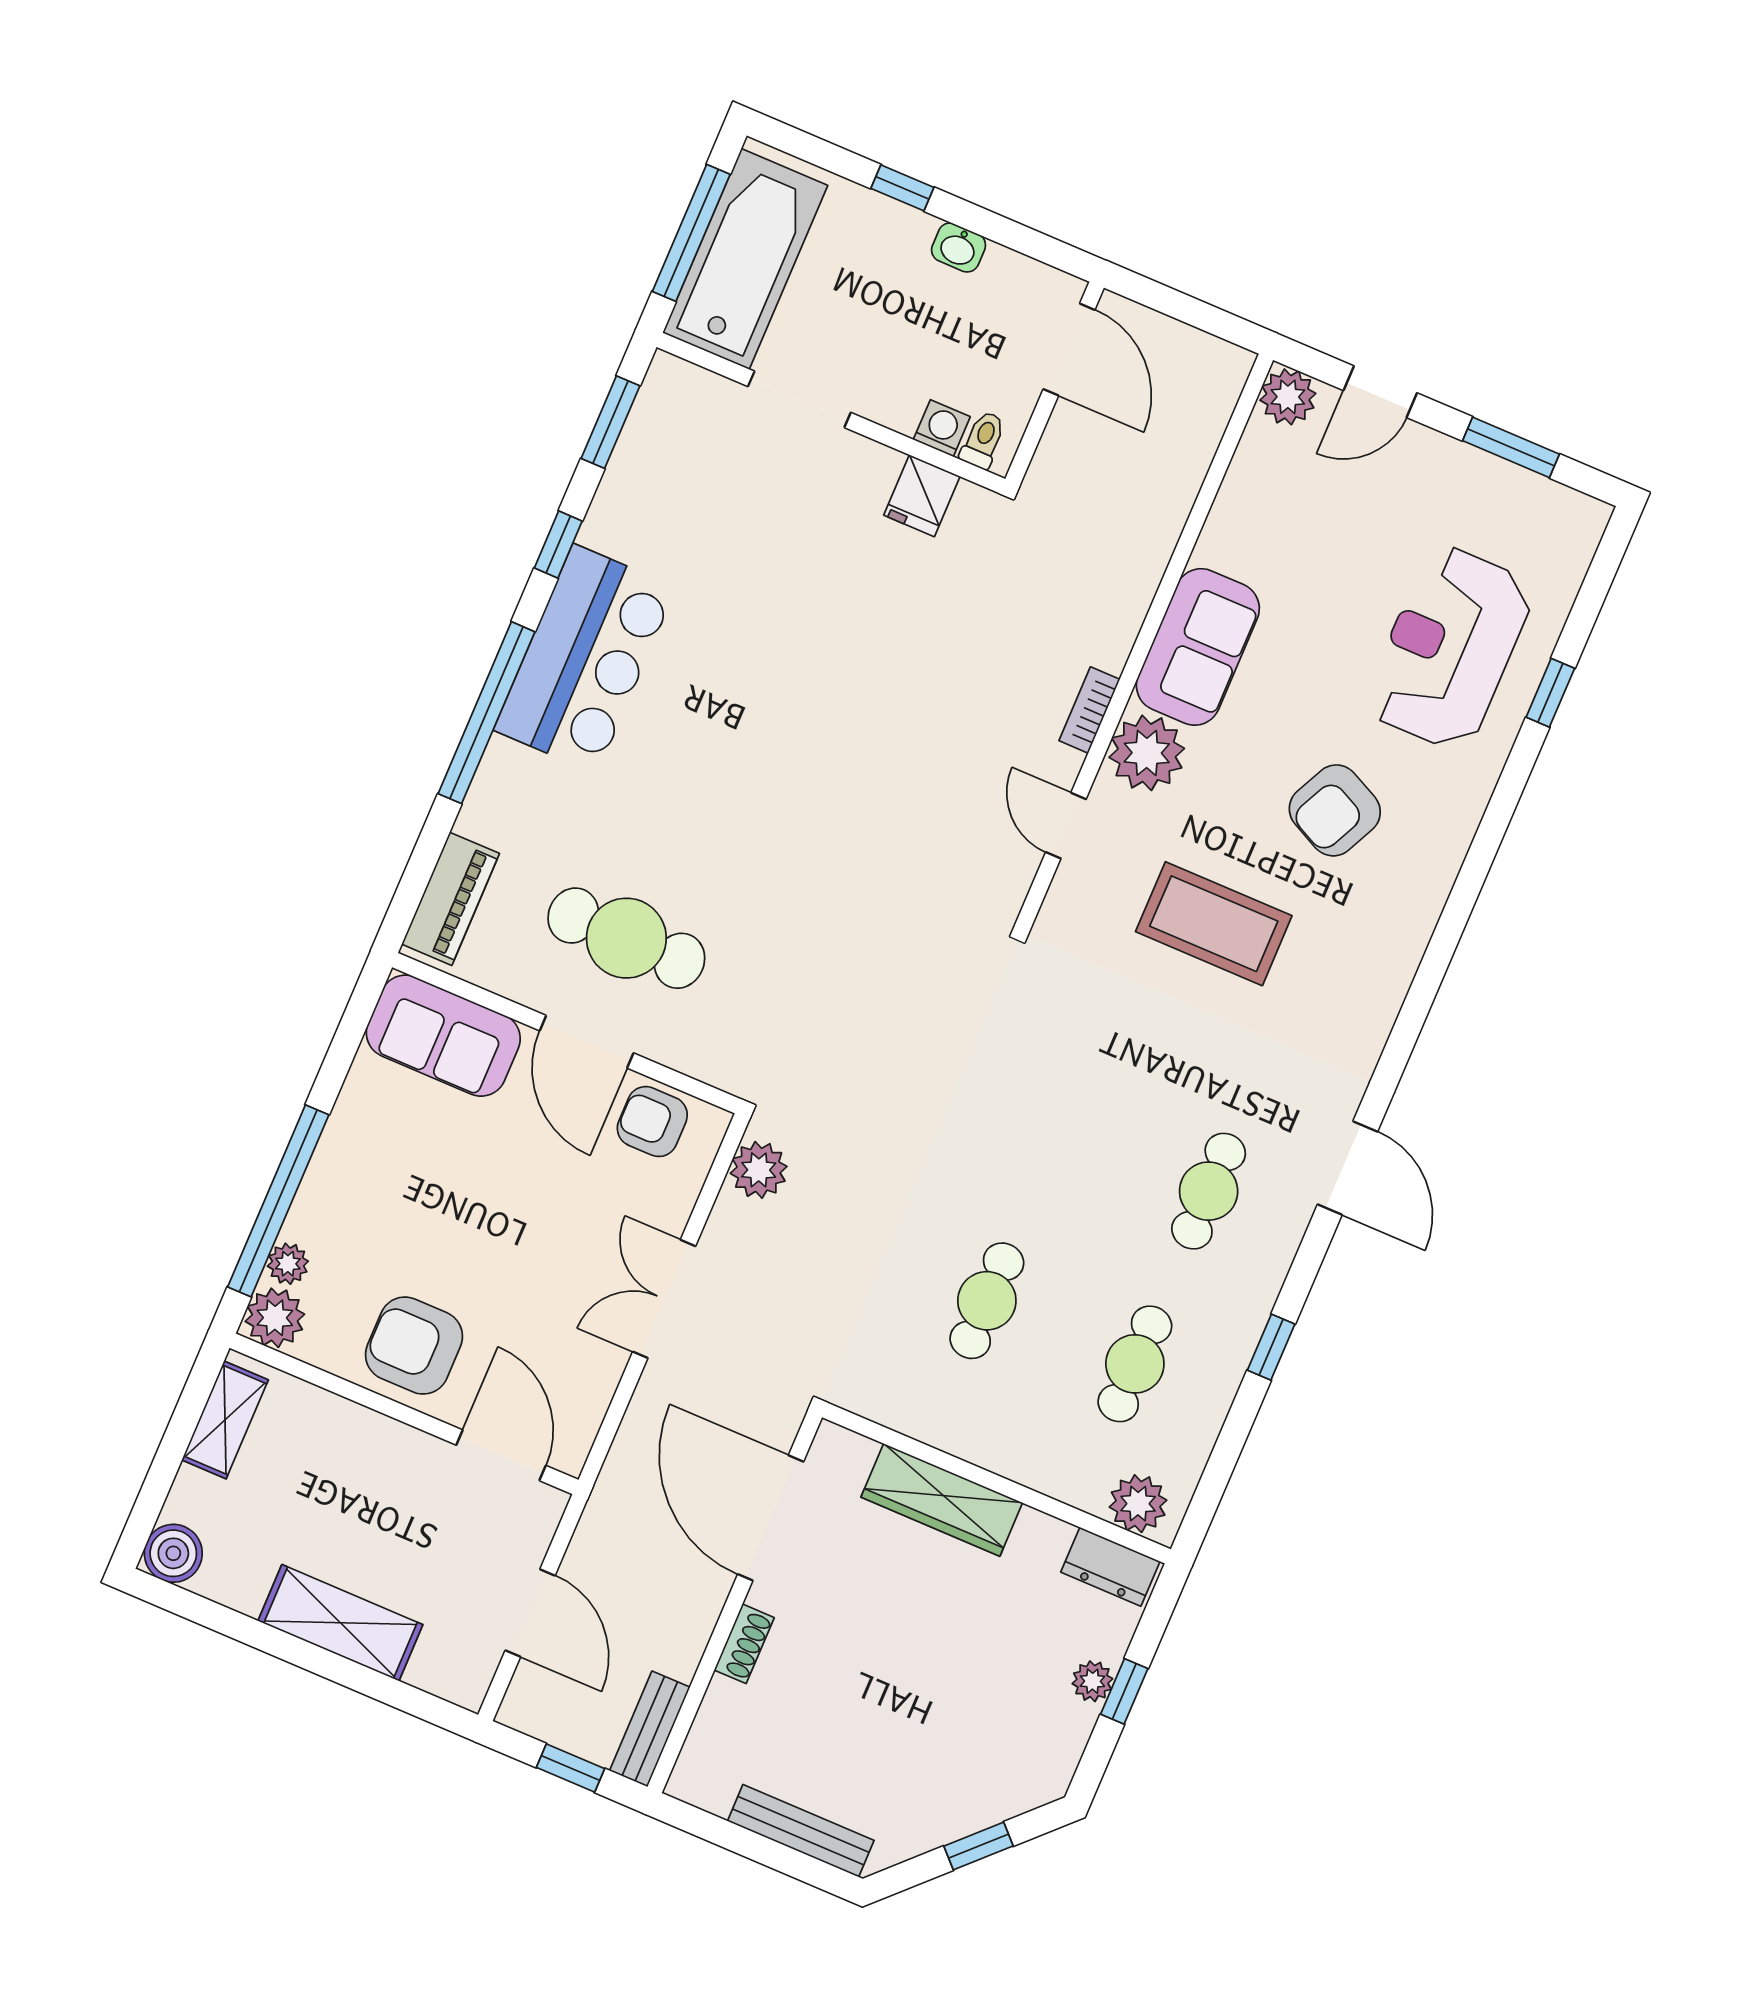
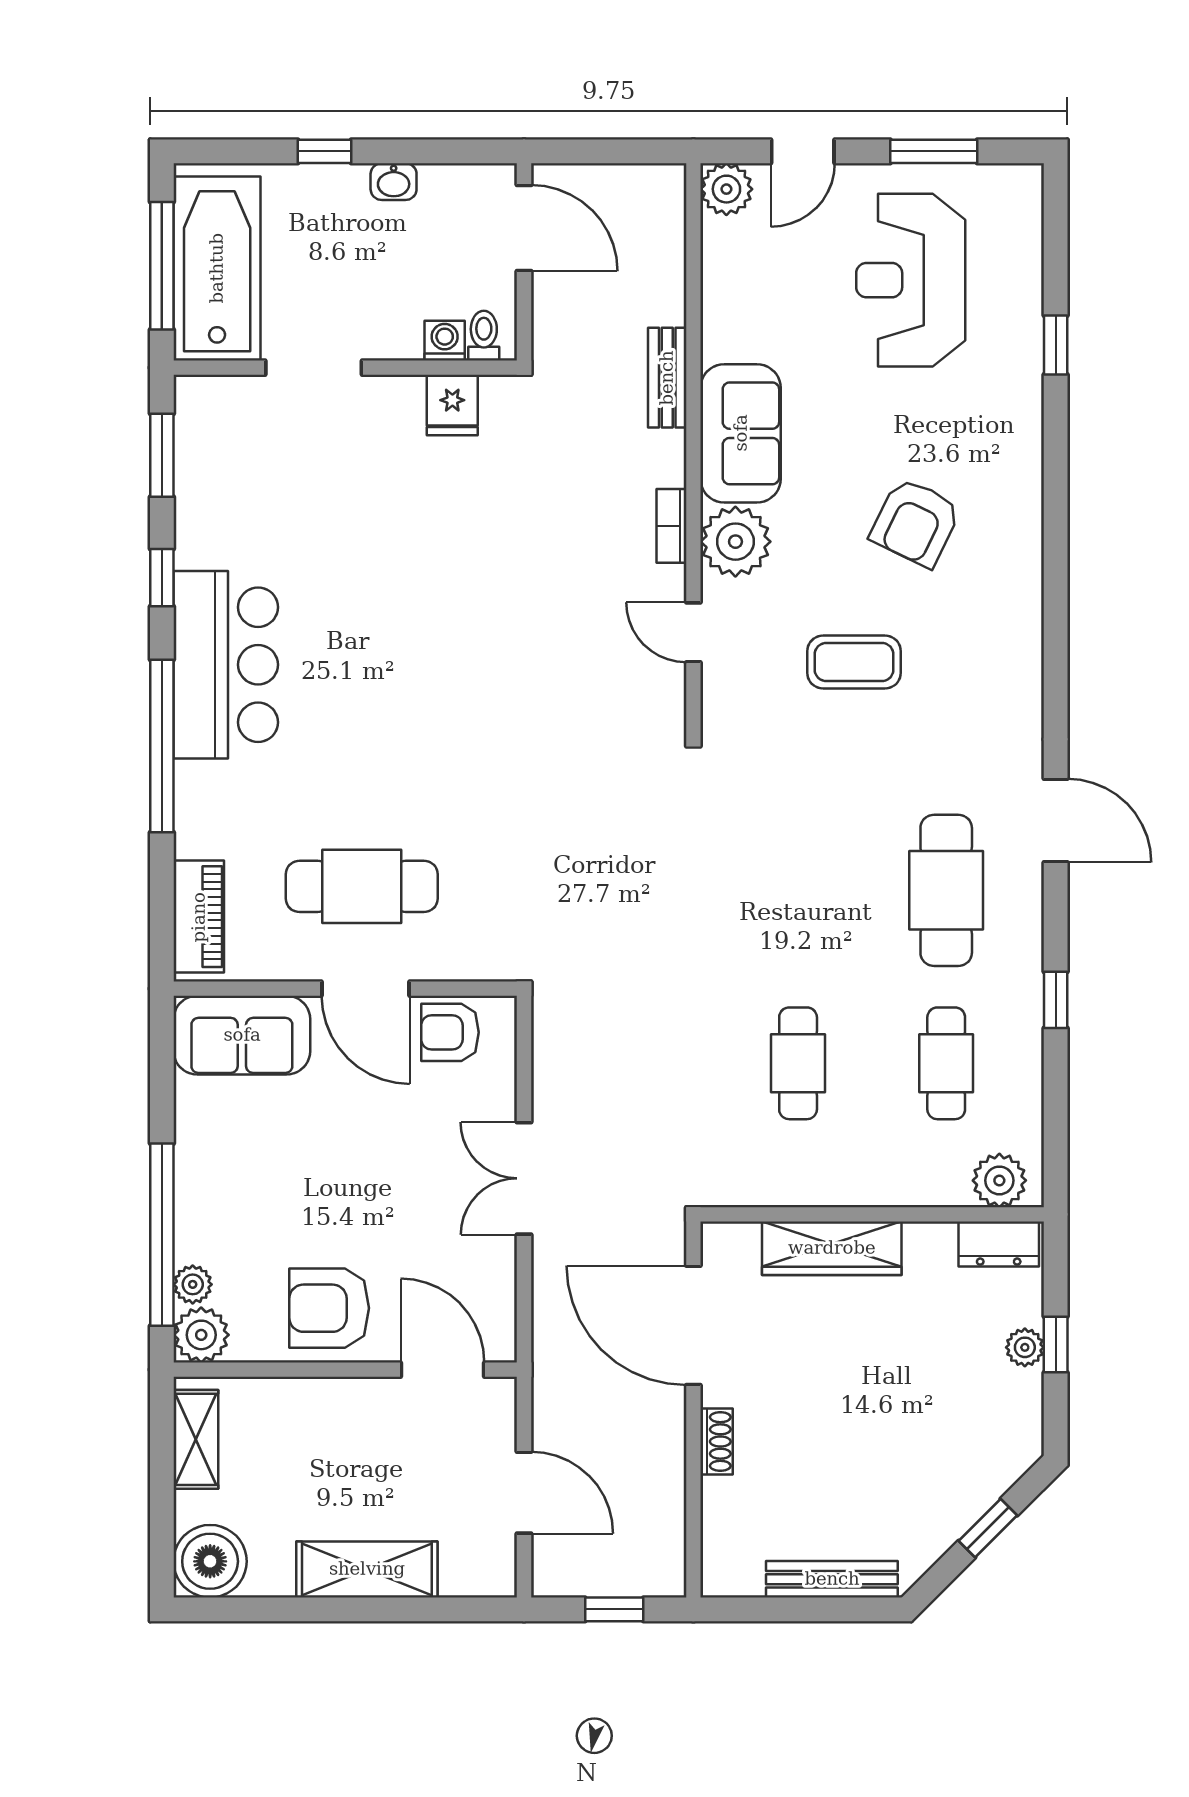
reception desk: (1449, 648) -> (911, 280), moved
coffee table: (1214, 924) -> (854, 662), width x0.73, depth x0.76
plant: (759, 1170) -> (557, 1035), removed
cafe table: (1209, 1191) -> (946, 890), width x1.37, depth x1.35
boiler: (173, 1553) -> (210, 1561), width x1.37, depth x1.37
bench: (650, 1729) -> (667, 378), moved

